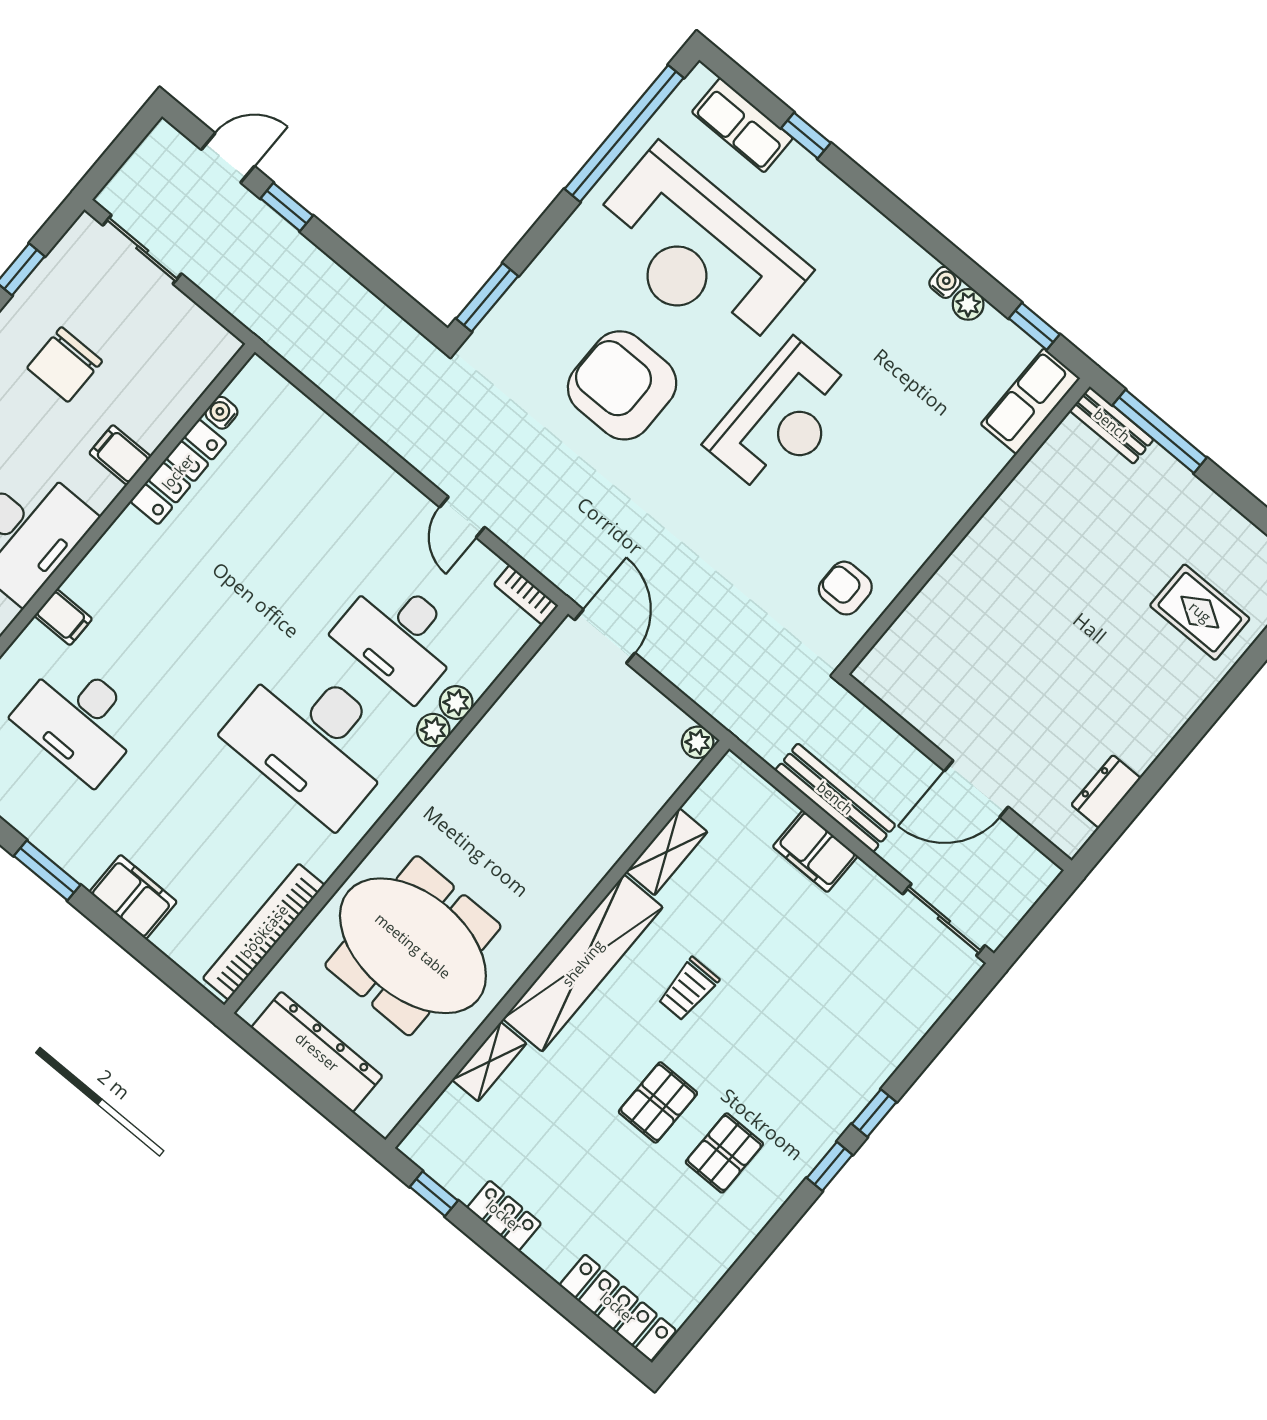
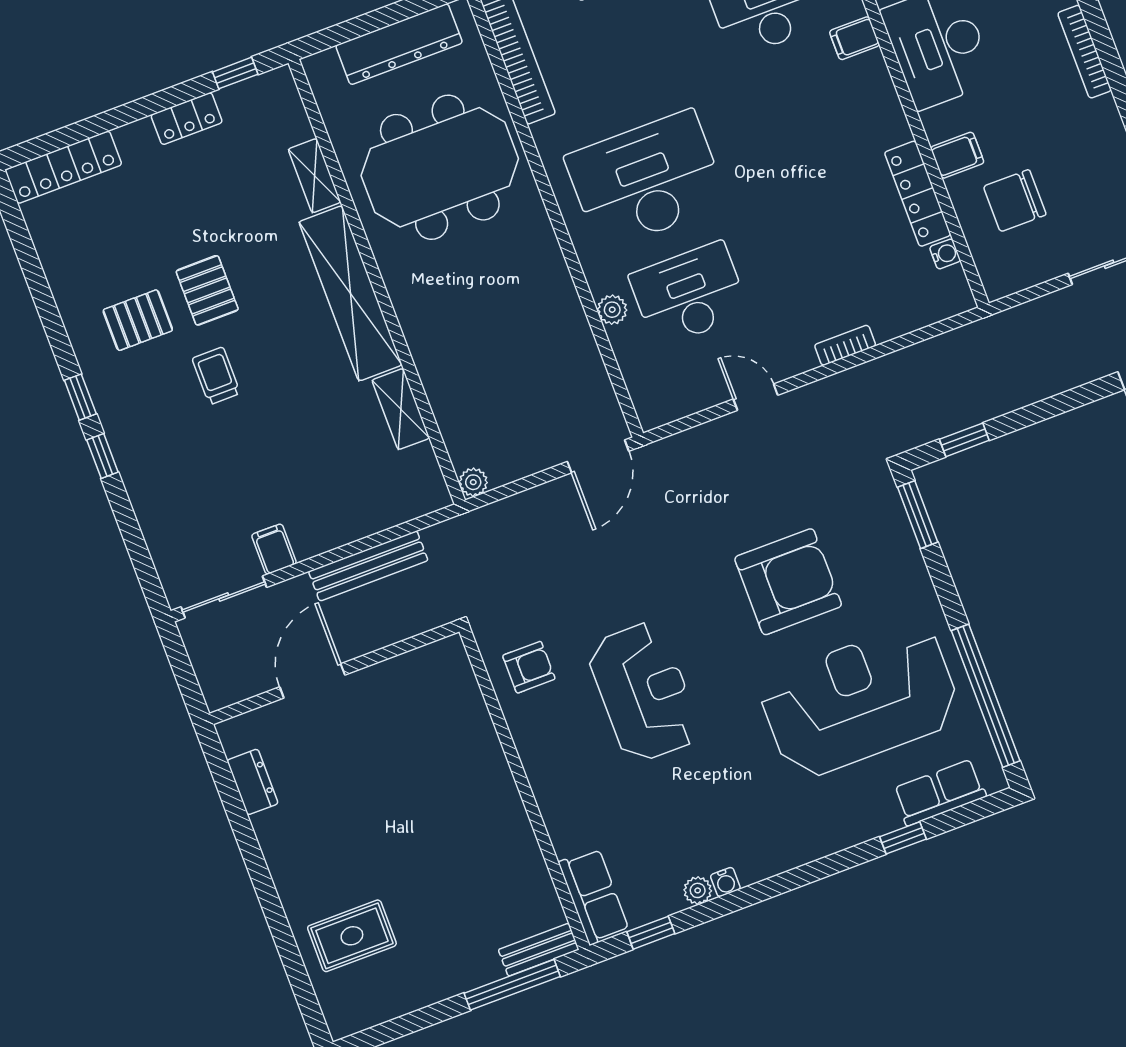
window: (287, 207) -> (964, 440), moved
chair: (65, 365) -> (1015, 201), moved, turned -90
reception desk: (782, 418) -> (644, 692), moved, turned 180
bookcase: (526, 595) -> (845, 345), moved
door: (605, 636) -> (598, 456), hinge flipped
plant: (433, 730) -> (601, 279), removed
filing cabinet: (815, 851) -> (274, 549), moved, width x0.50
trolley: (688, 989) -> (216, 376), moved
pallet: (724, 1153) -> (138, 320), turned 90

